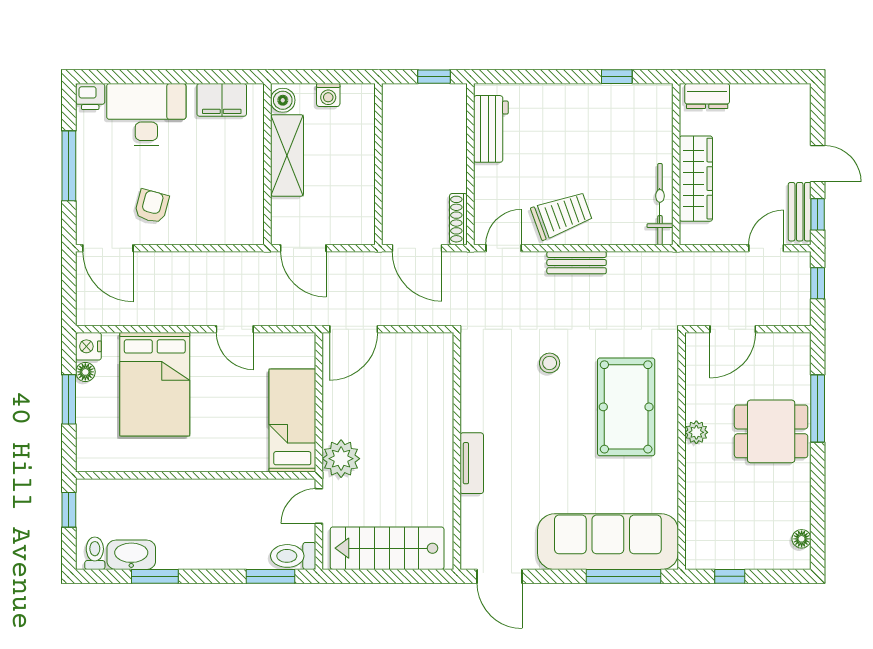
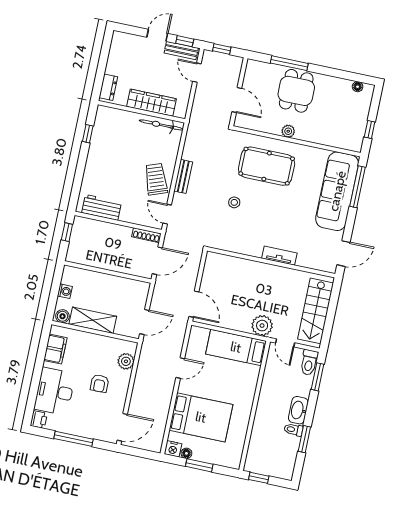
armchair: (152, 206) -> (100, 384), moved, turned -106
plant: (226, 230) -> (126, 361), added
toilet: (95, 553) -> (293, 430), moved
washbasin: (131, 555) -> (298, 410), moved

